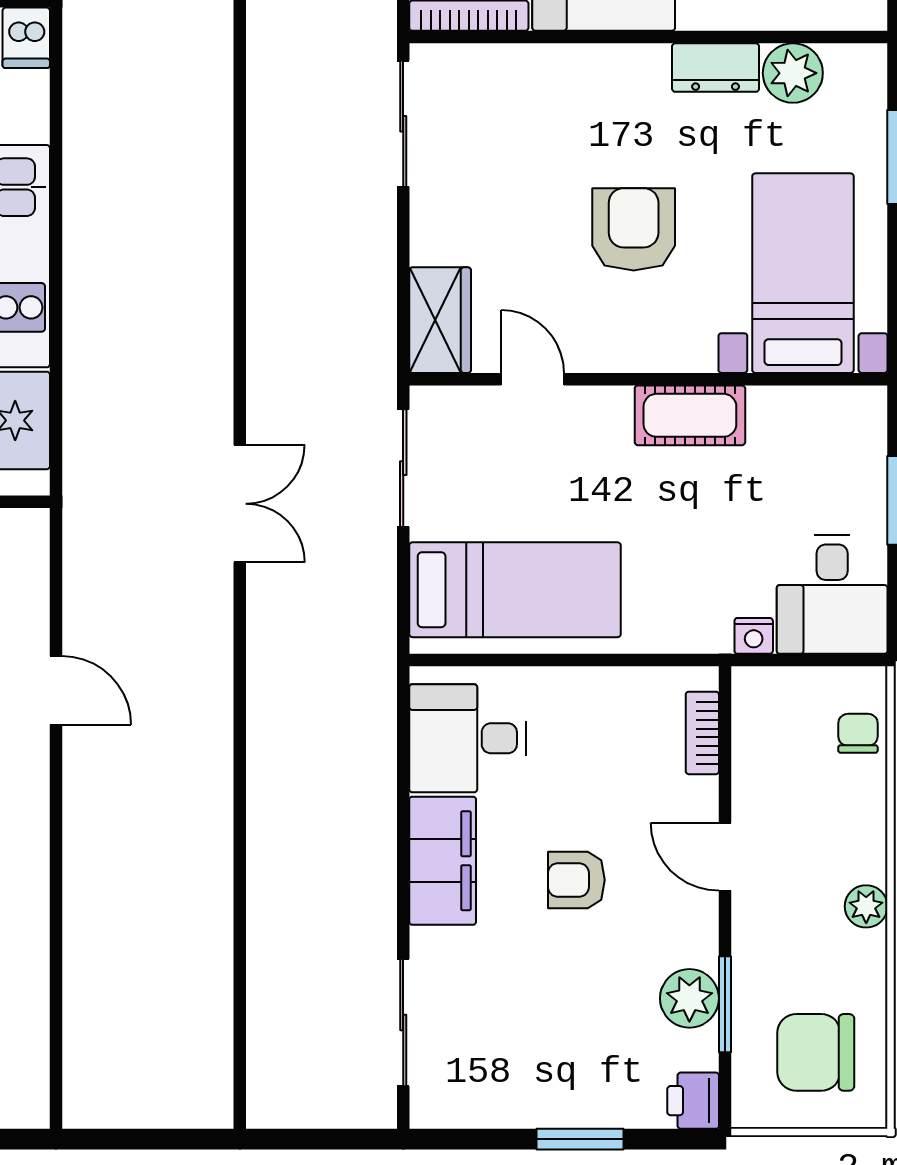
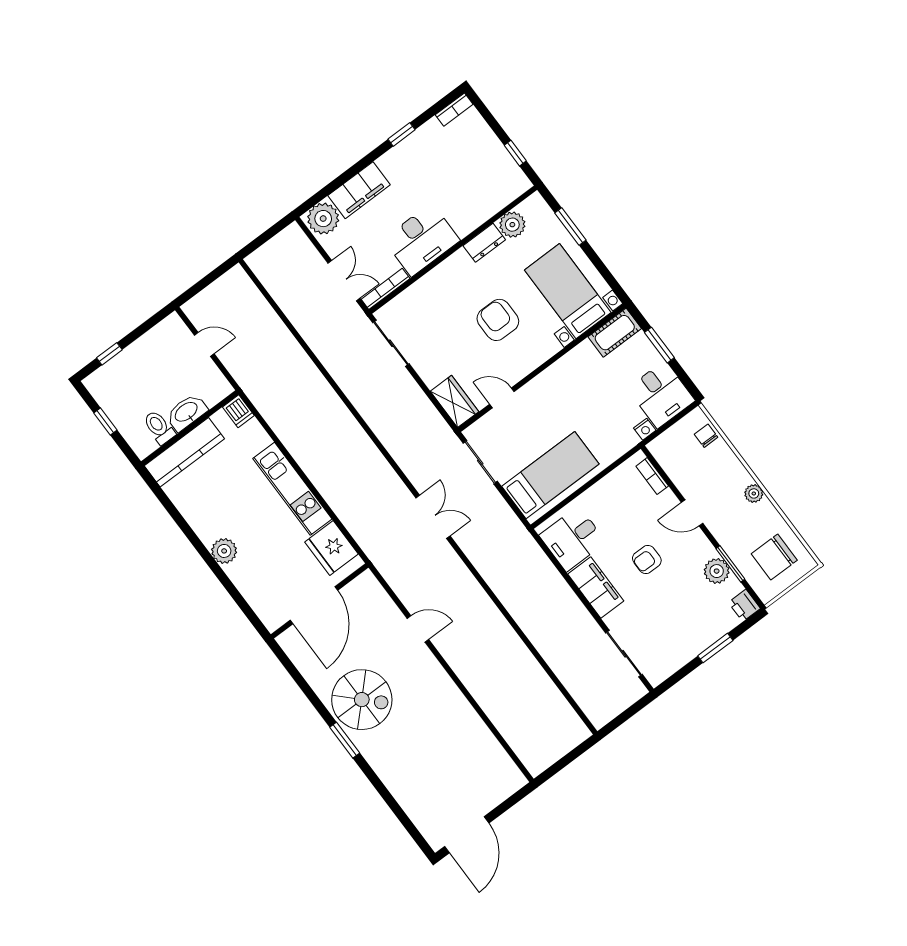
cot: (690, 415) -> (615, 333), moved

